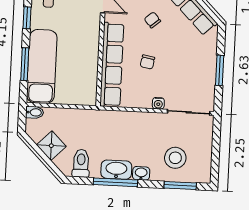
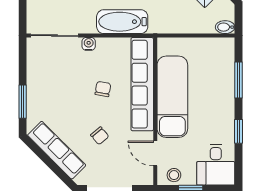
exam couch: (42, 67) -> (172, 97), moved, turned 180
window: (220, 70) -> (23, 102), moved
bathtub: (127, 122) -> (122, 22), added

